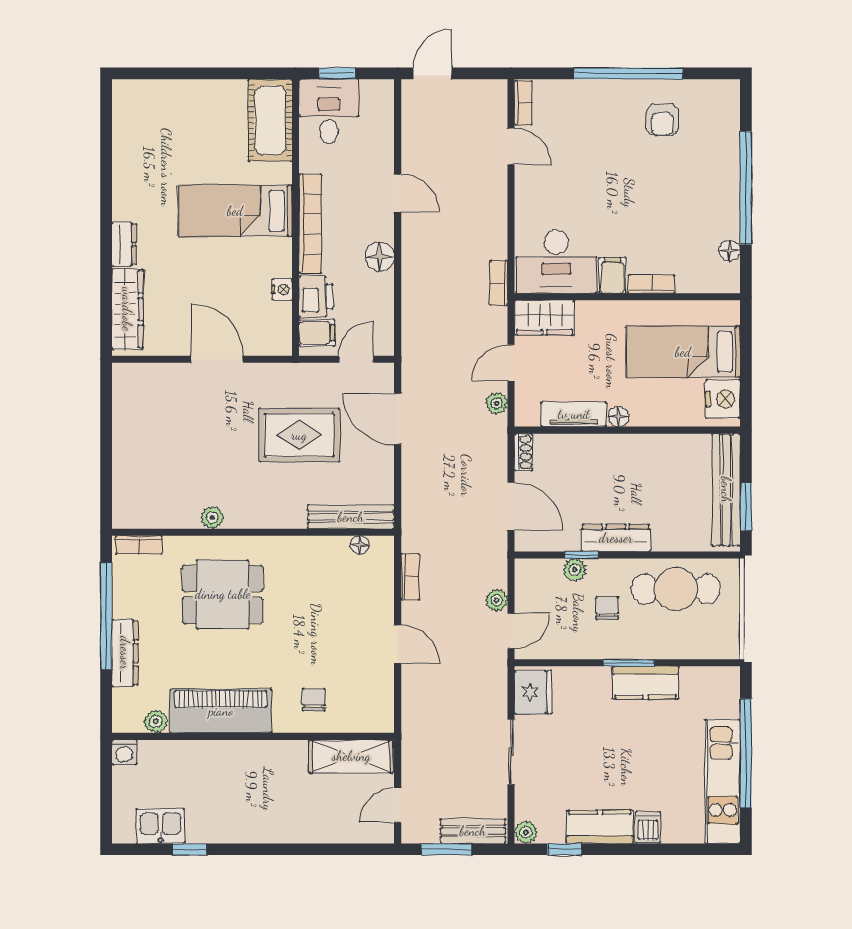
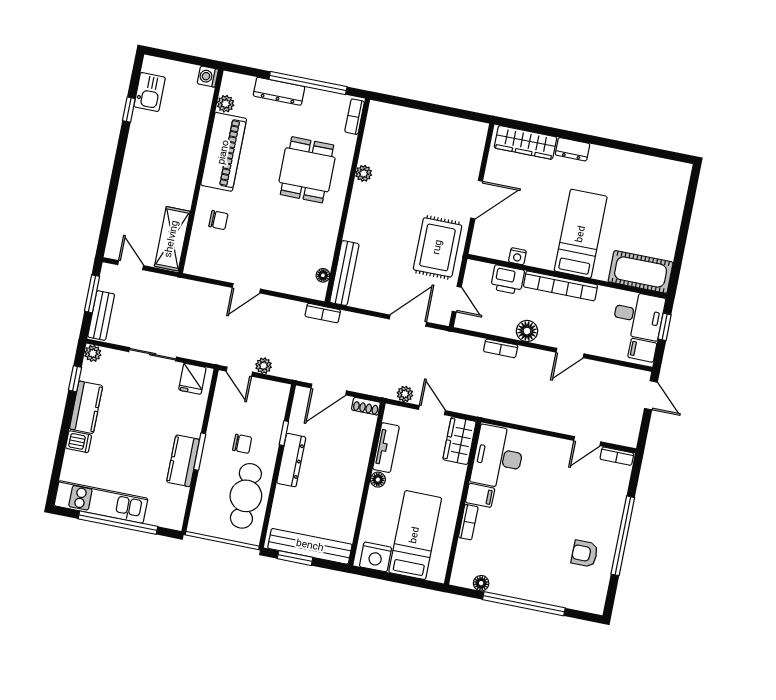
bookcase: (499, 283) -> (501, 348), moved, turned 180
filing cabinet: (317, 333) -> (642, 350), moved, turned 90
rug: (299, 435) -> (438, 247), moved
plant: (575, 570) -> (274, 426), removed
bookcase: (410, 577) -> (323, 313), moved
fridge: (533, 692) -> (192, 379), width x0.72

